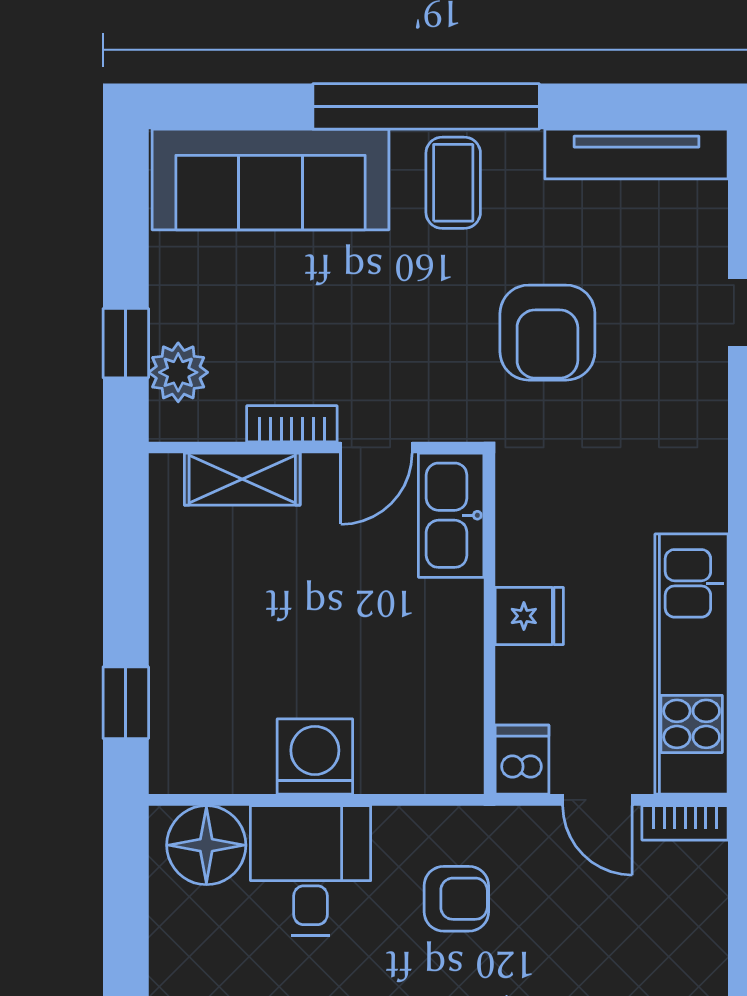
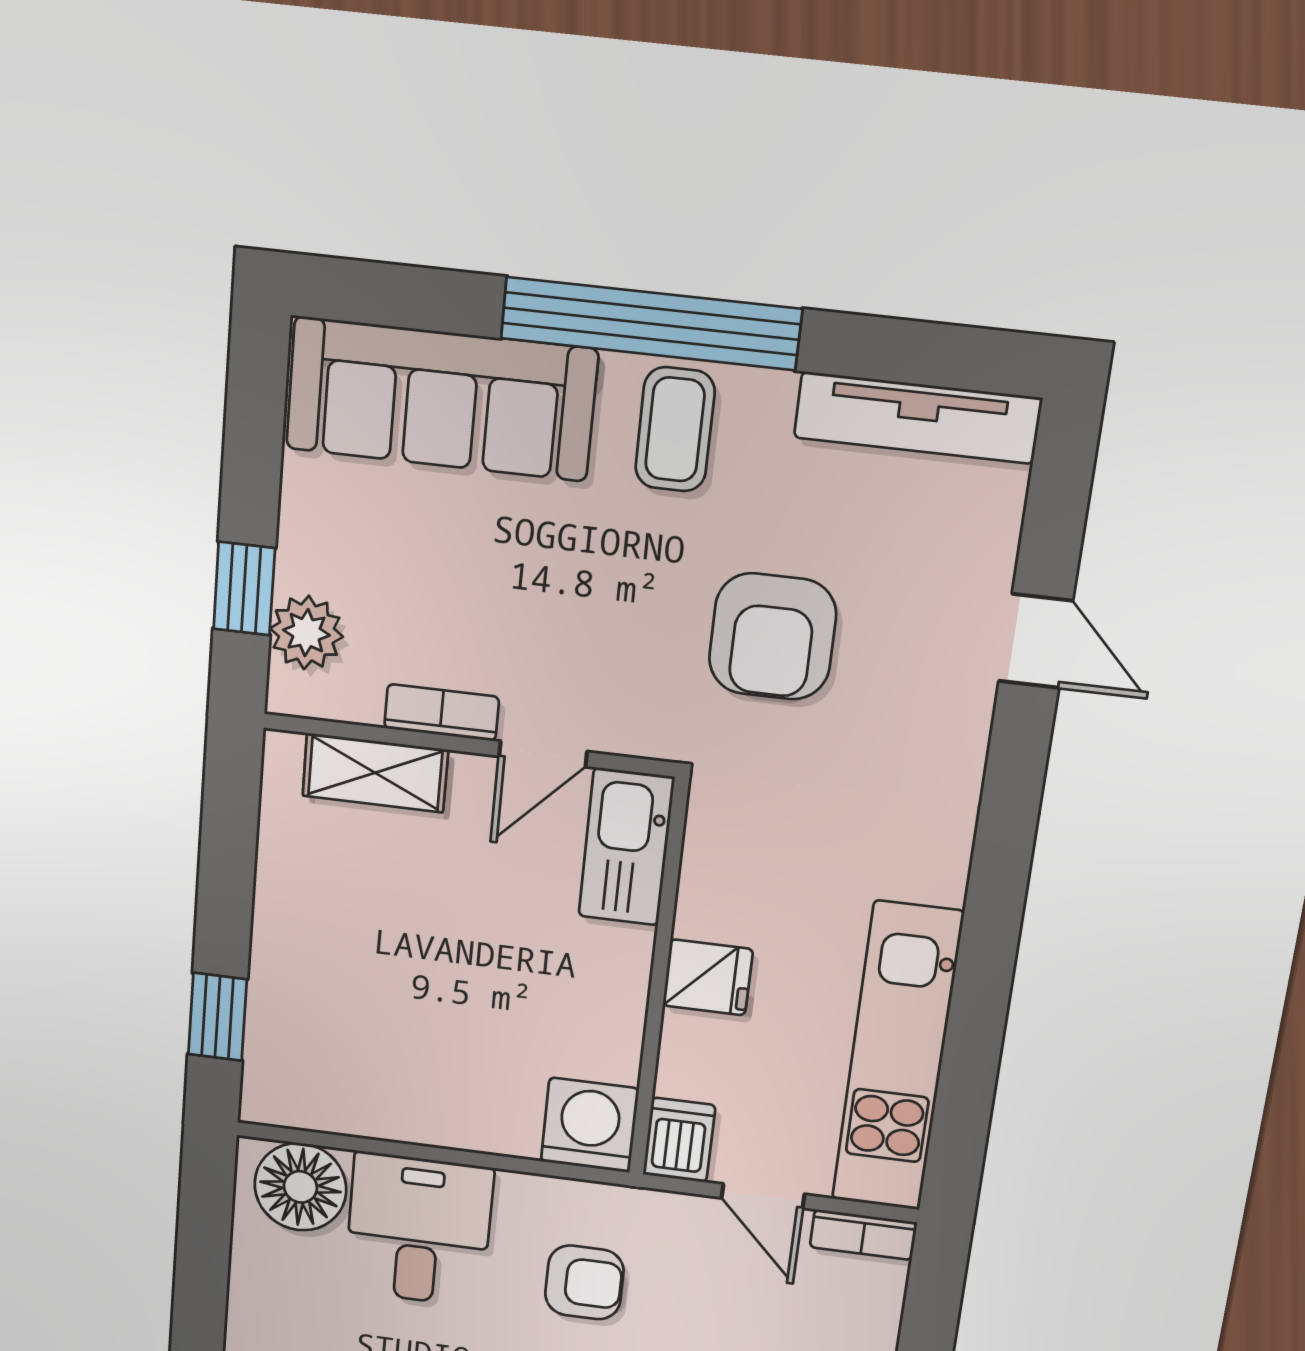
washing machine: (315, 756) -> (590, 1125), moved

